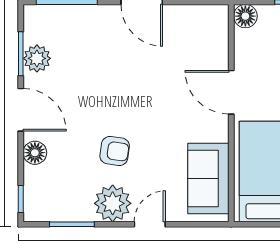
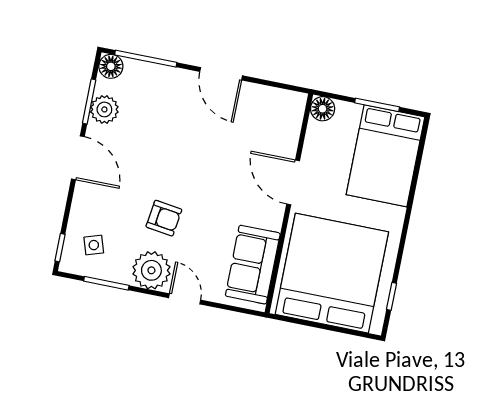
floor lamp: (35, 153) -> (111, 66), moved
side table: (53, 190) -> (94, 245), added
door: (150, 224) -> (185, 299), hinge flipped

